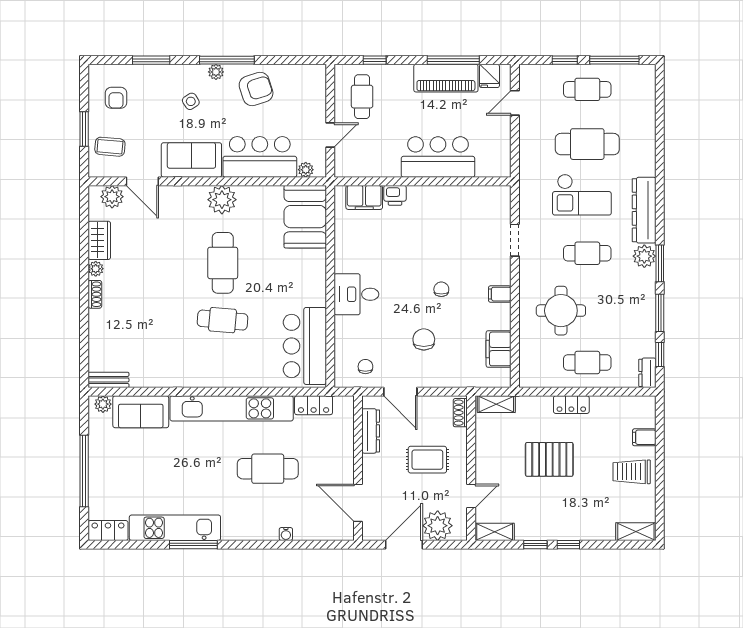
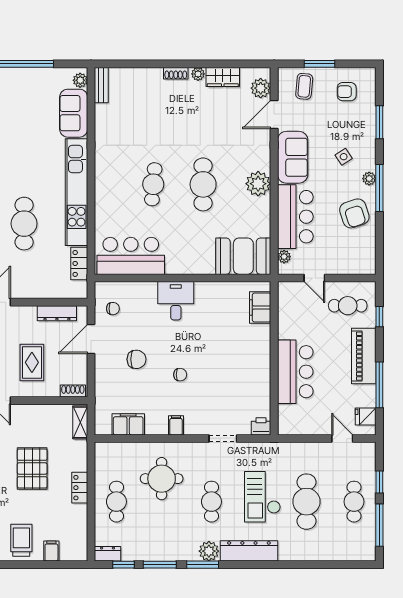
piano: (446, 78) -> (364, 356), moved
printer: (395, 195) -> (261, 426), moved, turned 90
cafe table: (223, 263) -> (203, 184), turned 90

